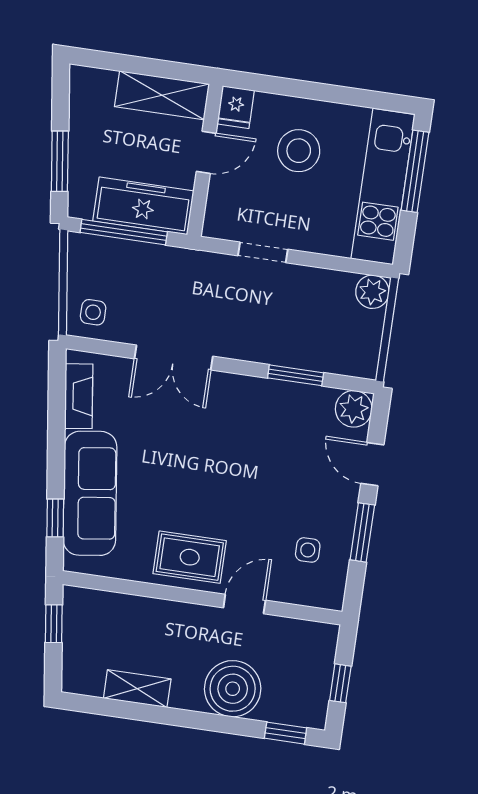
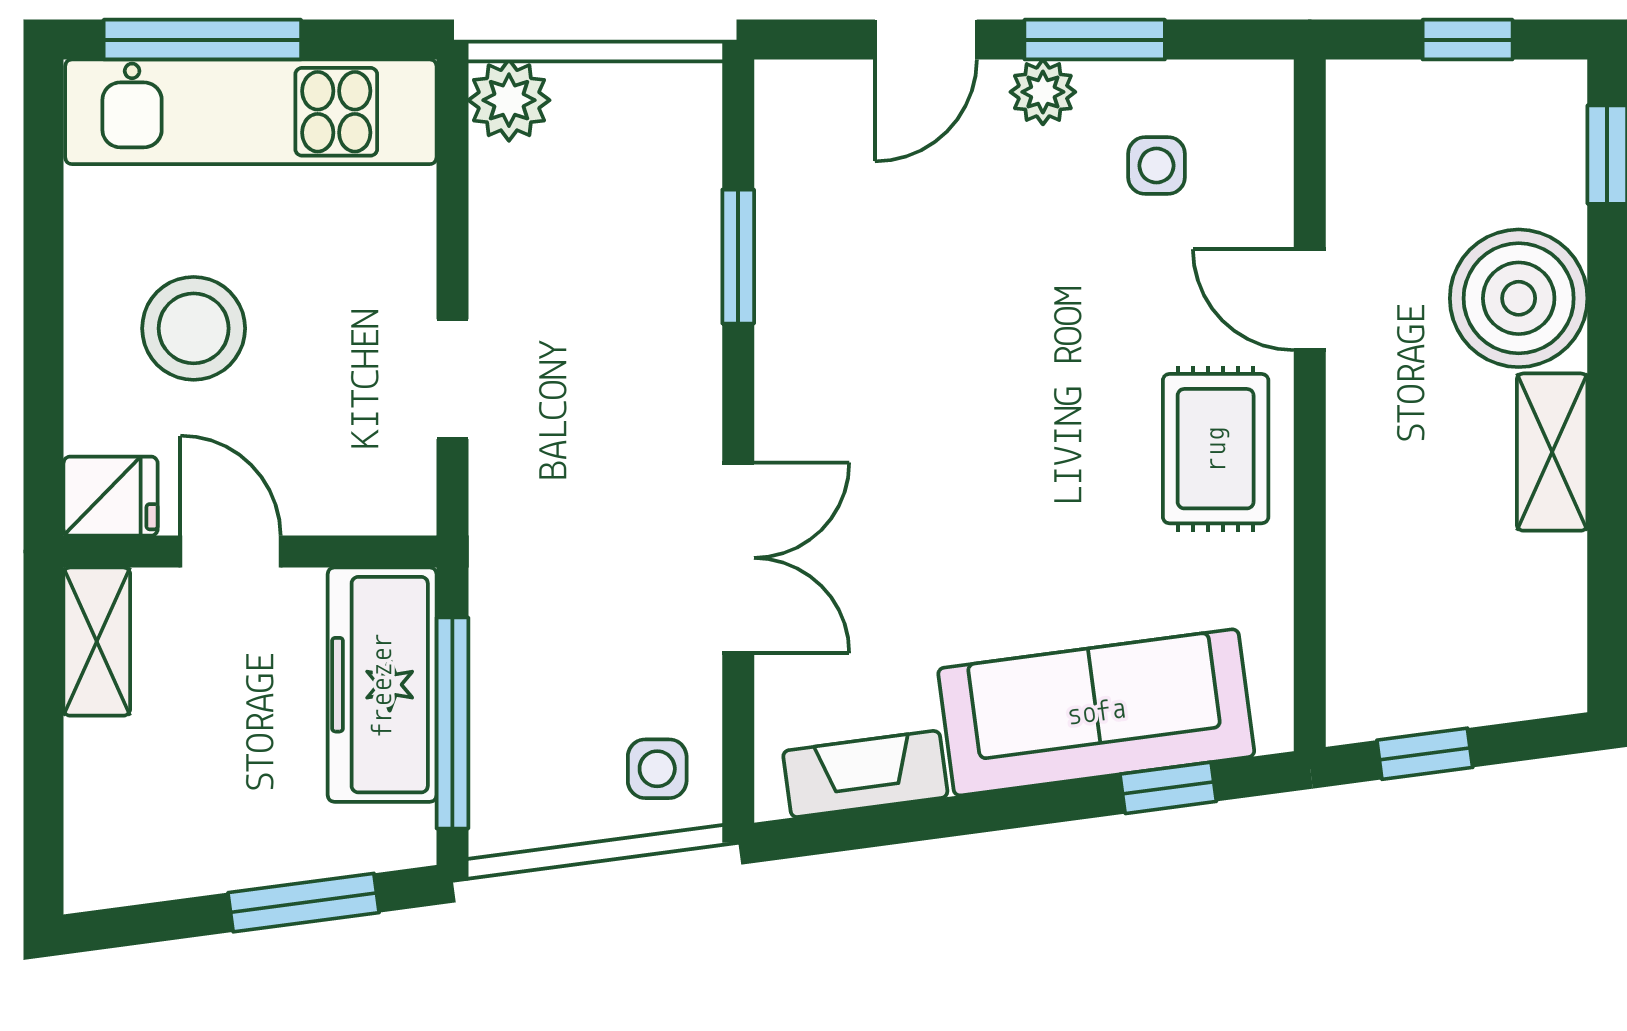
shelving: (162, 95) -> (97, 642), width x0.67, depth x0.75
plant: (354, 409) -> (1043, 92), moved, width x0.73, depth x0.73
shelving: (137, 689) -> (1552, 452), moved

